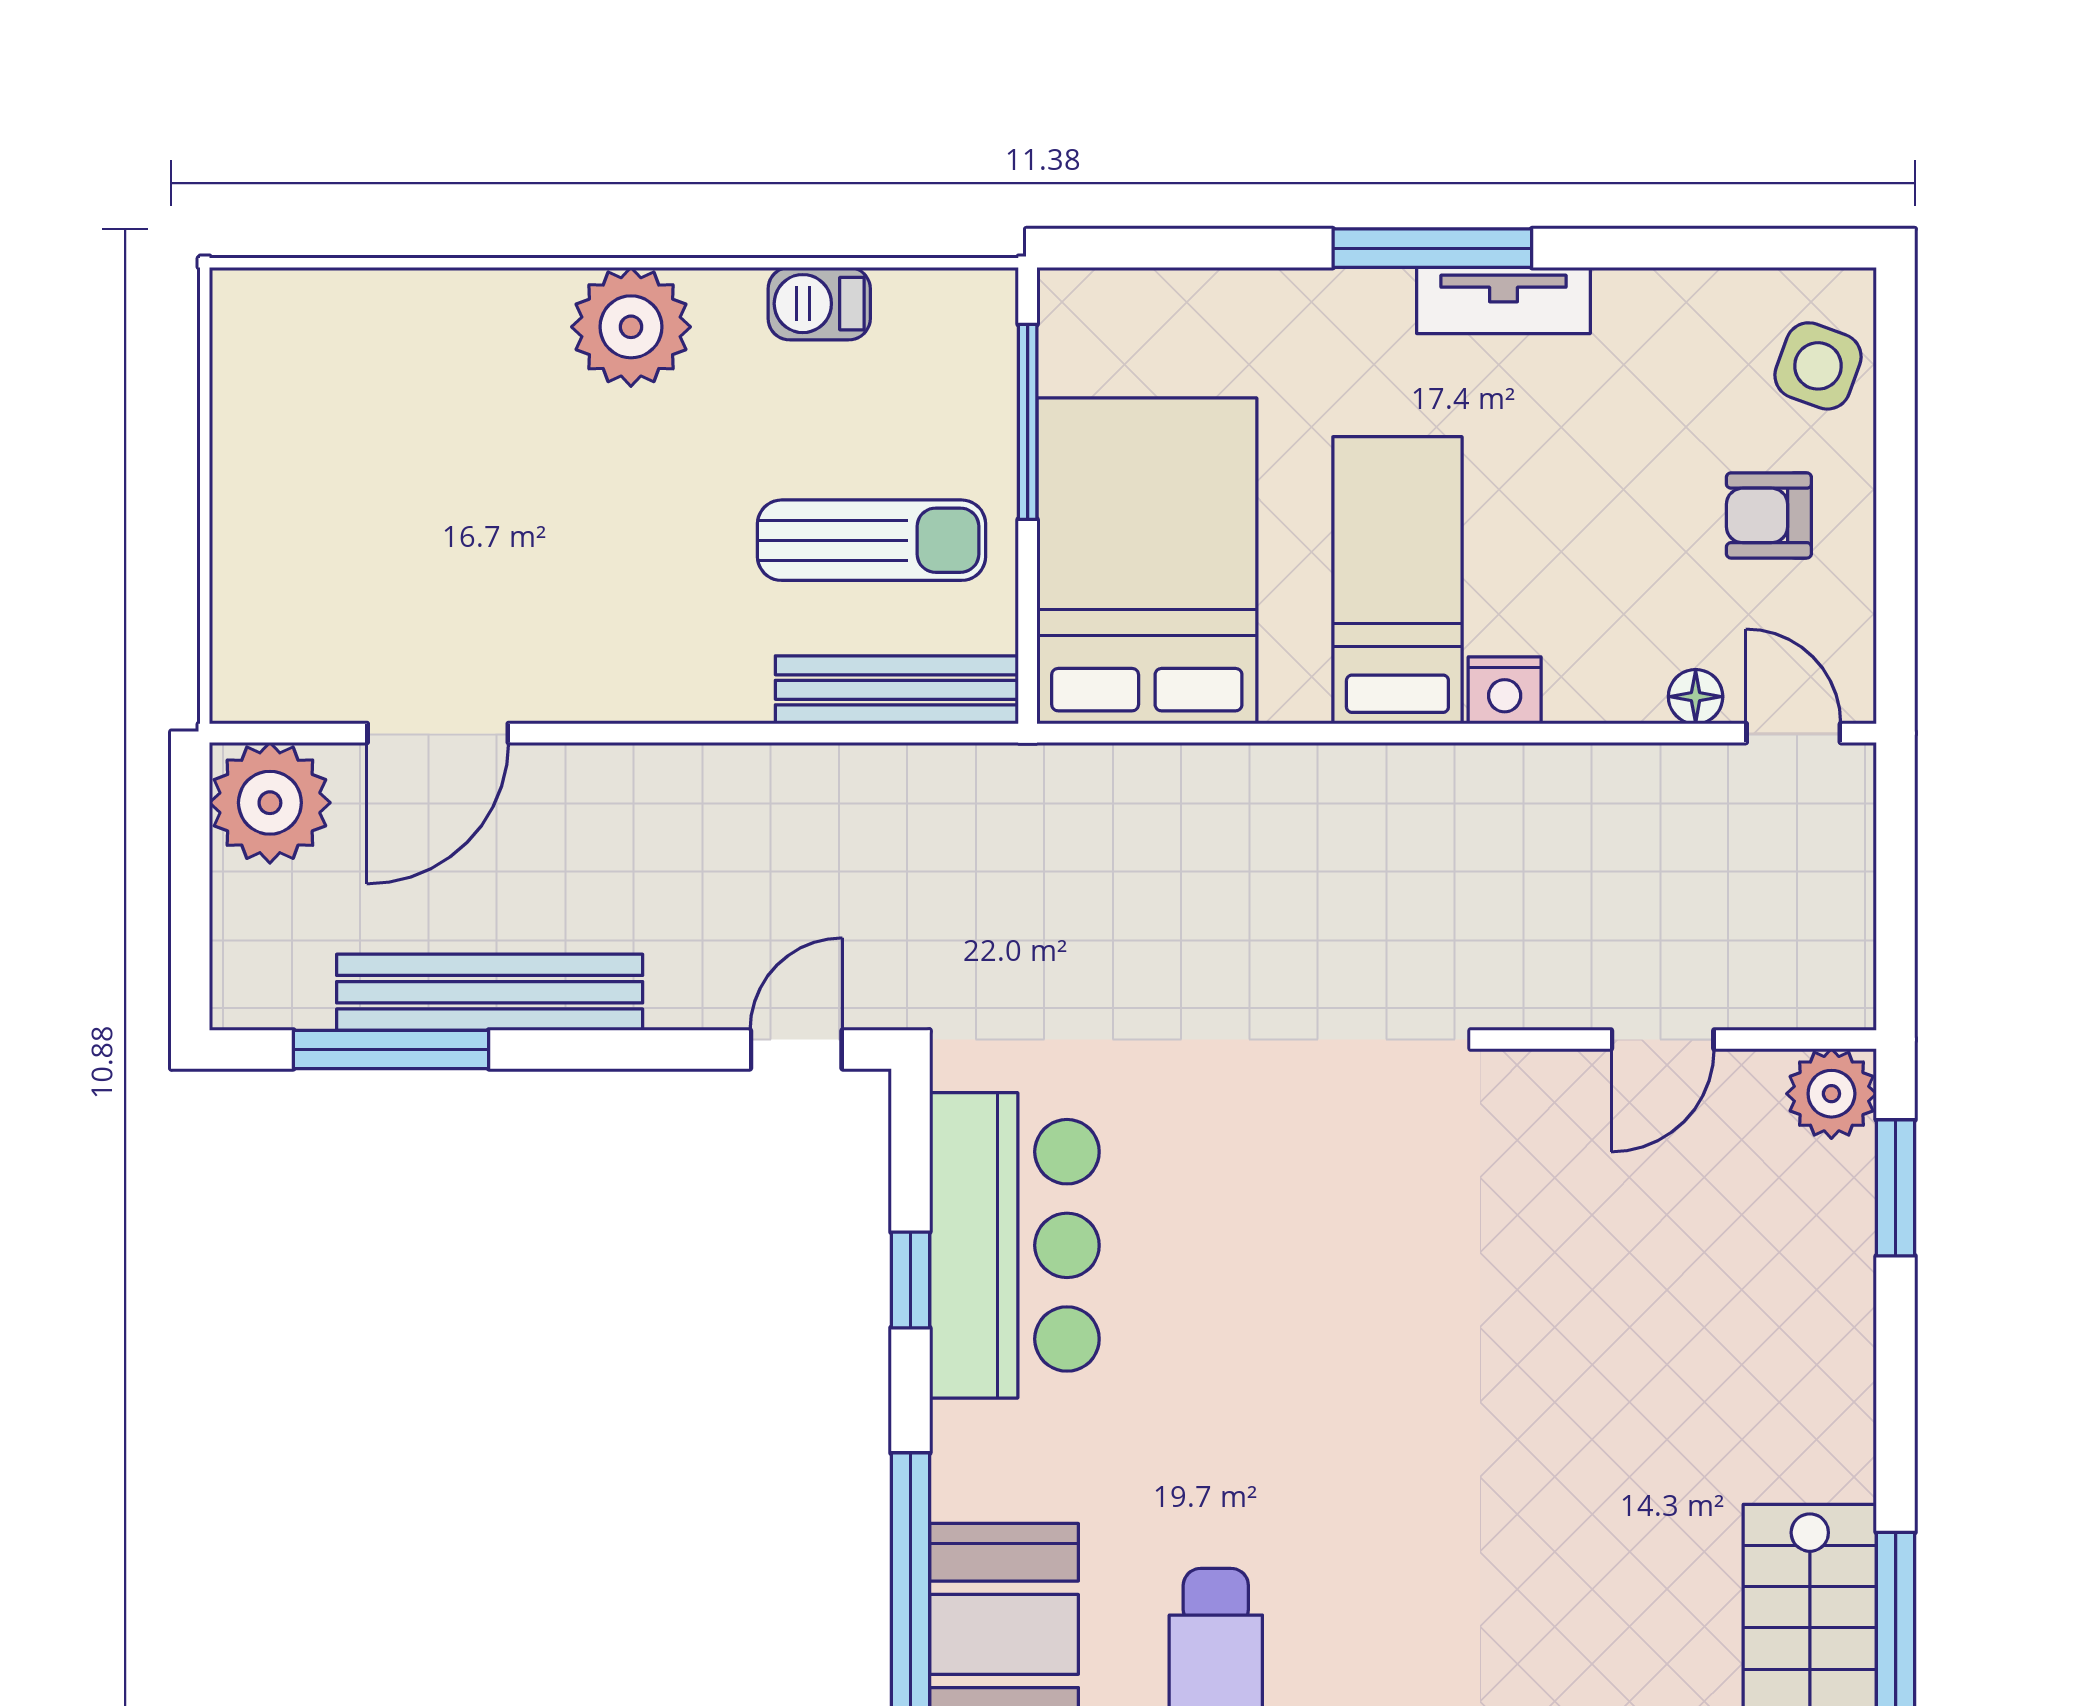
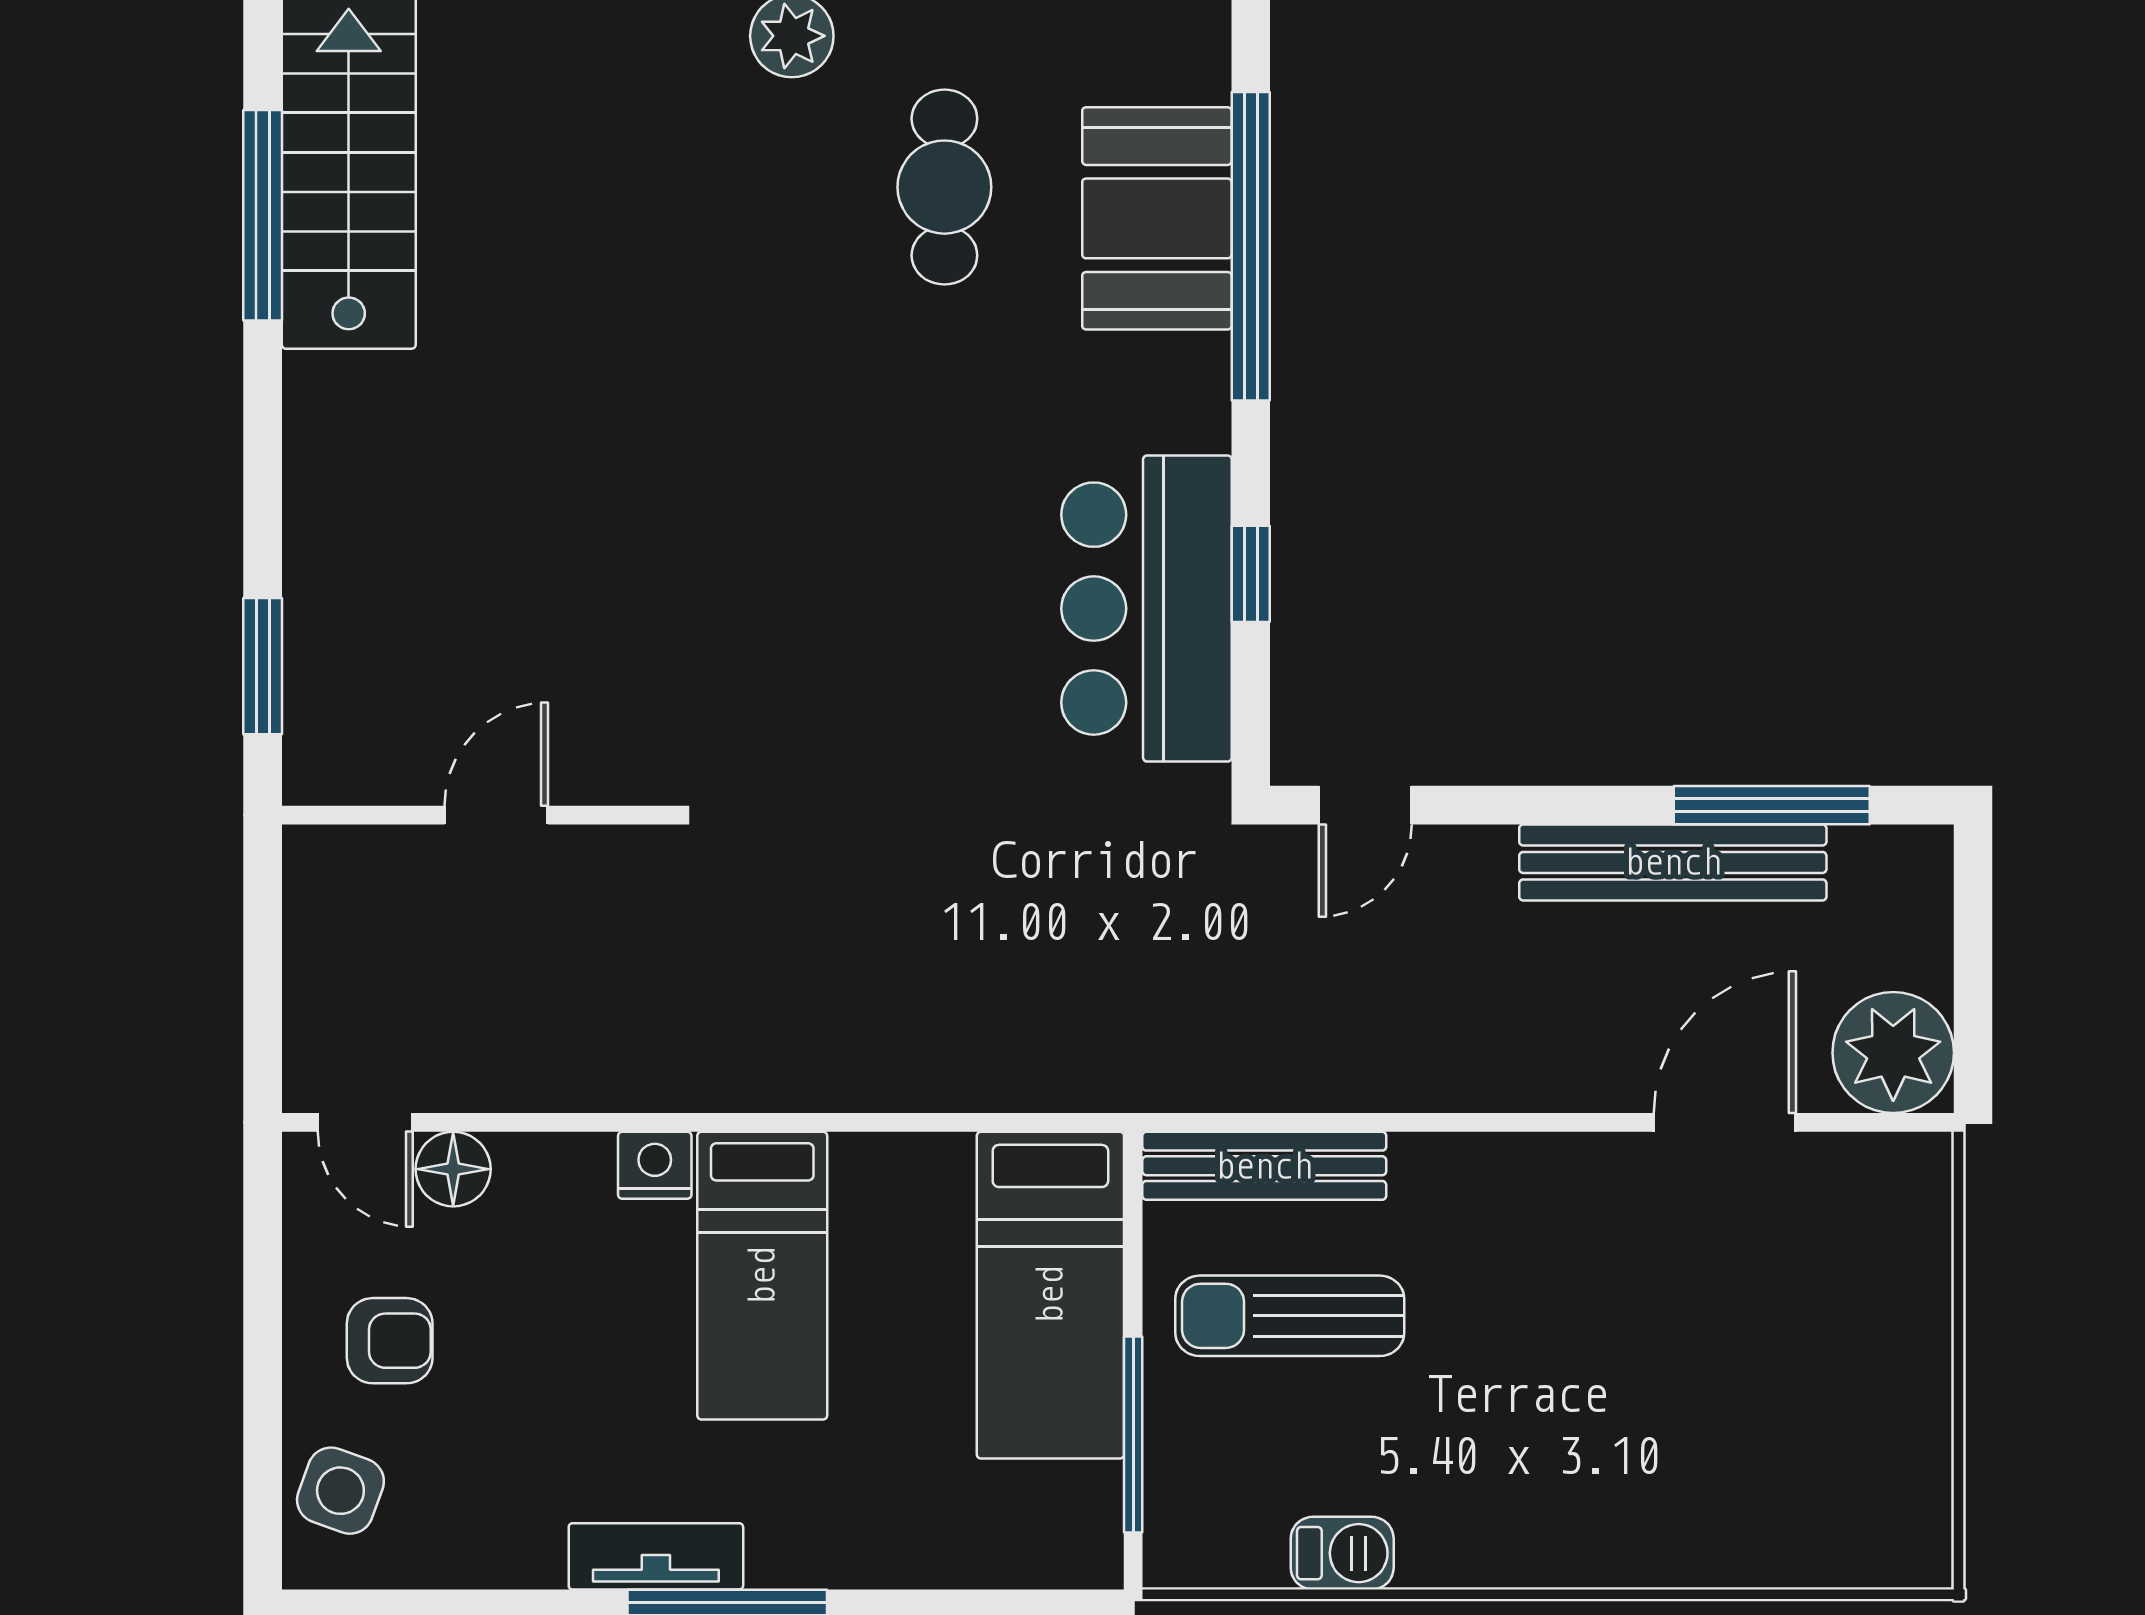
plant: (631, 327) -> (1531, 1530), removed
bed: (1147, 561) -> (1050, 1295), width x0.67
floor lamp: (1696, 697) -> (453, 1169), width x1.37, depth x1.37
plant: (1831, 1094) -> (327, 761), removed

